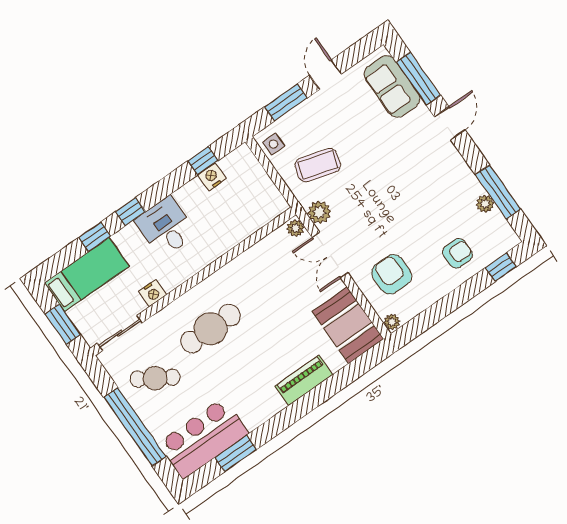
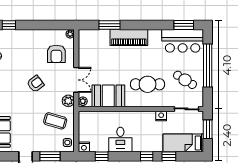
nightstand: (212, 177) -> (84, 147), moved
desk: (166, 227) -> (120, 140), moved
armchair: (458, 253) -> (35, 84), moved, turned 143
booth: (348, 325) -> (108, 96), moved, turned 90
piano: (304, 380) -> (129, 37), width x1.37, depth x1.33
window: (339, 381) -> (109, 25), added
window: (236, 454) -> (184, 25), moved

